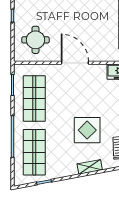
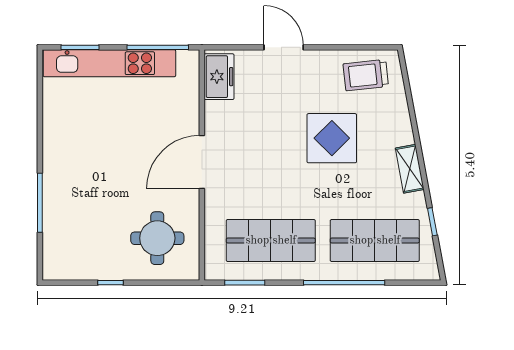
shelving: (90, 167) -> (410, 169), moved

